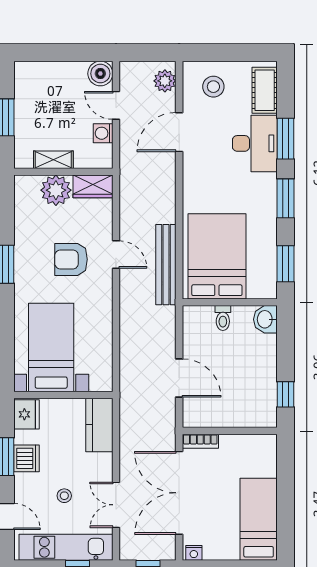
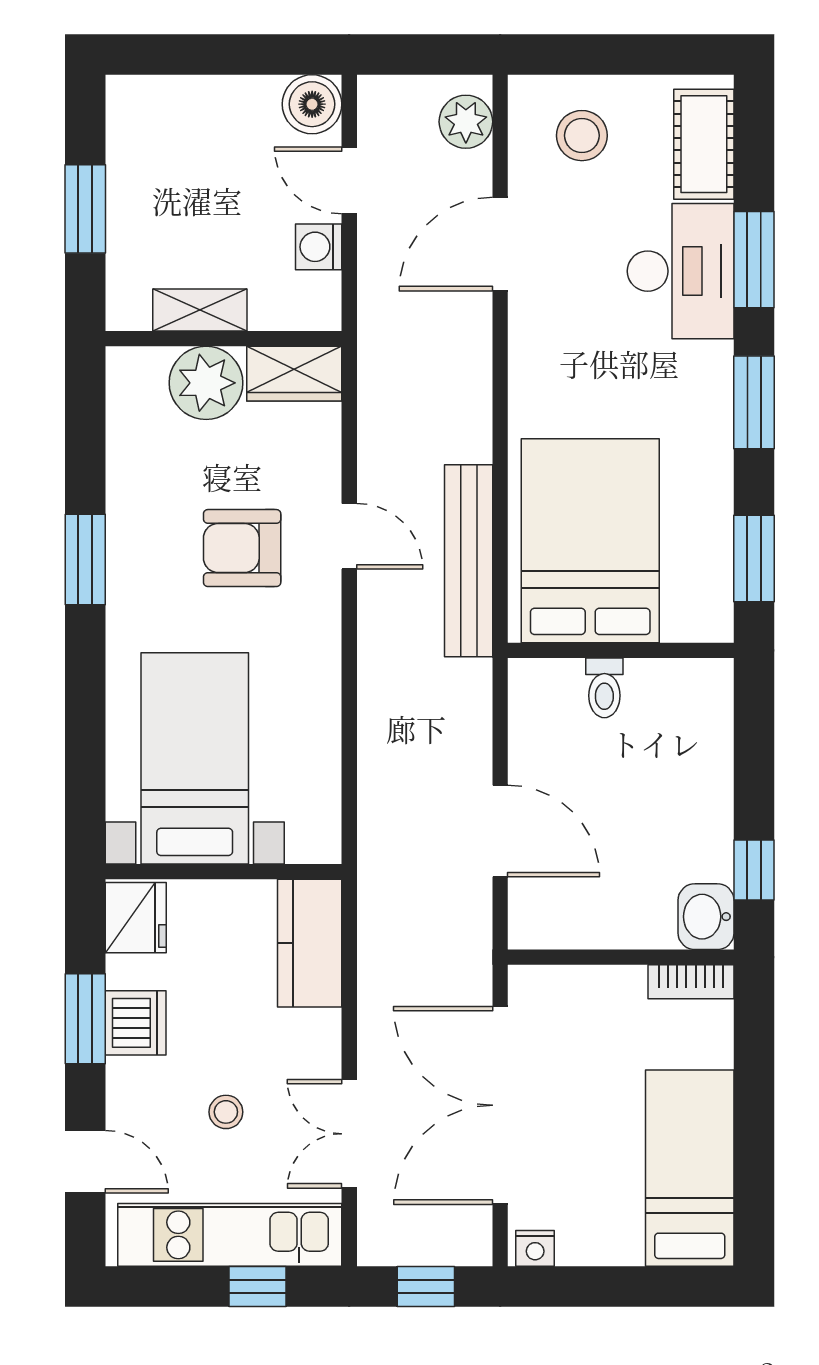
washbasin: (265, 319) -> (706, 917), moved
bookcase: (200, 441) -> (691, 982), moved

